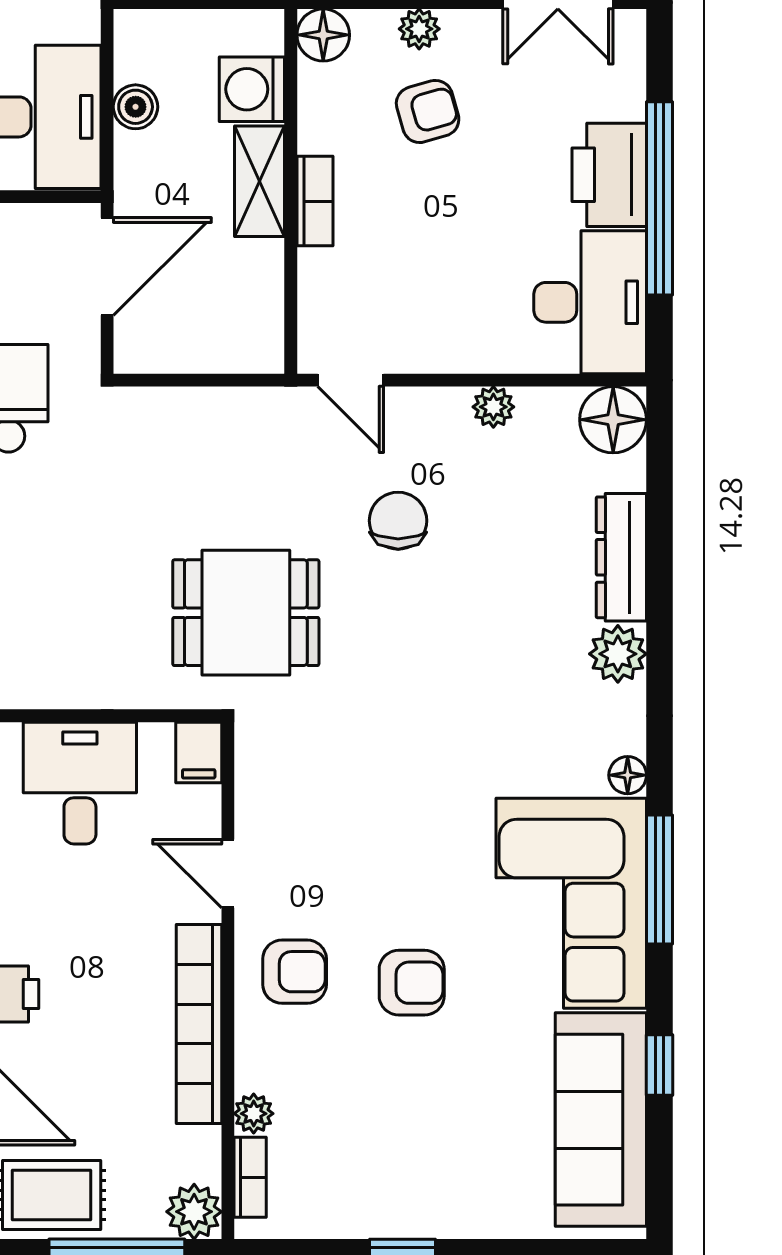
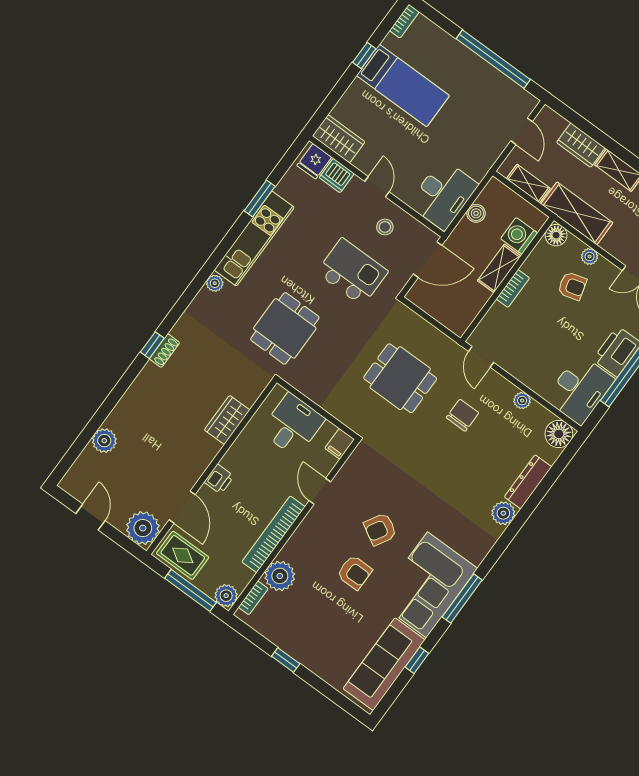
dining table: (246, 613) -> (400, 378), moved
floor lamp: (628, 775) -> (477, 556), removed
armchair: (295, 972) -> (380, 529), moved, turned 120
plant: (254, 1114) -> (280, 576), width x1.87, depth x1.87

